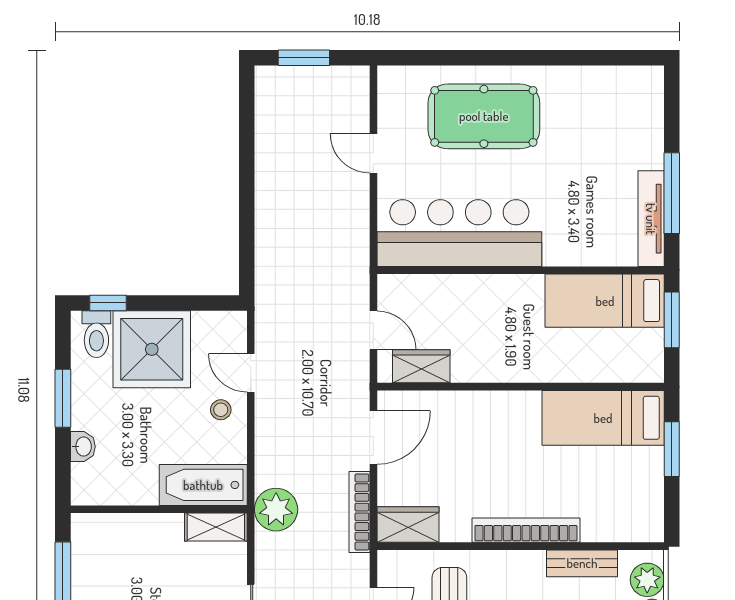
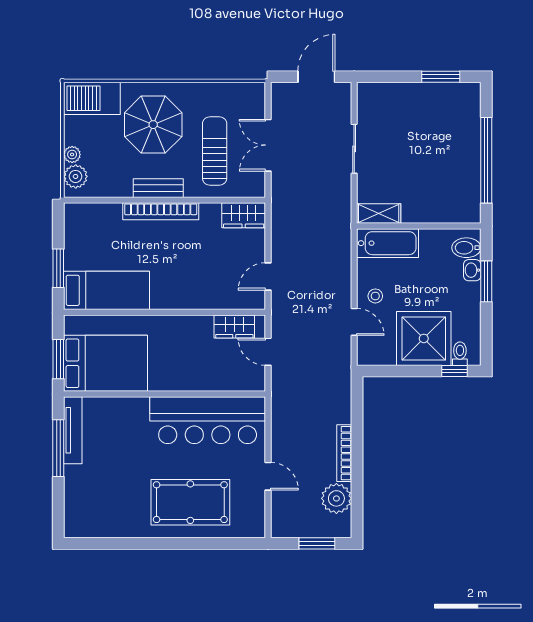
bed: (605, 301) -> (105, 363), width x1.50
toilet: (96, 334) -> (460, 354), width x0.73, depth x0.72
window: (63, 398) -> (486, 281), moved
door: (373, 438) -> (268, 276), width x0.73
bidet: (91, 478) -> (466, 248), added
plant: (276, 510) -> (336, 498), moved
bookcase: (359, 512) -> (344, 453), moved, turned 180
bench: (582, 563) -> (158, 188), moved

